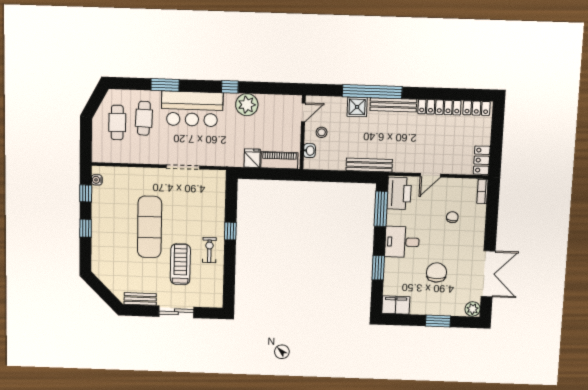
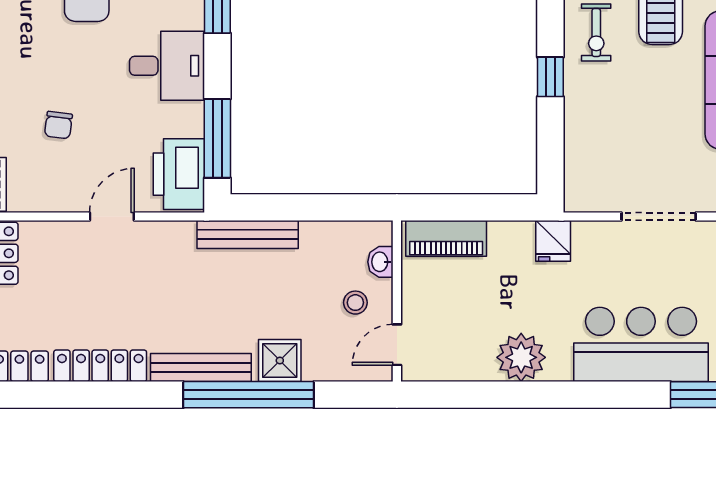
window: (230, 87) -> (559, 395), removed
fridge: (252, 158) -> (553, 241), moved

